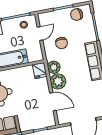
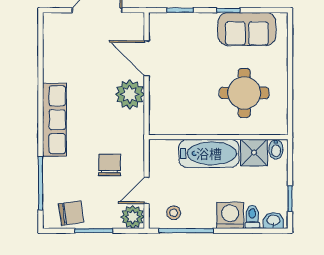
plant: (54, 67) -> (133, 217), moved
fridge: (40, 71) -> (160, 121), removed

